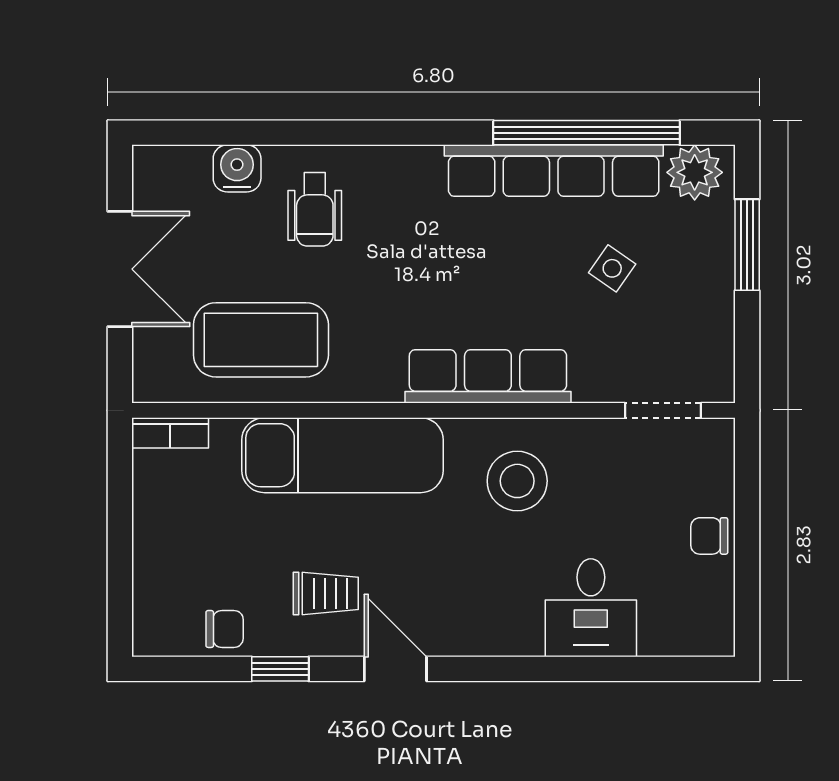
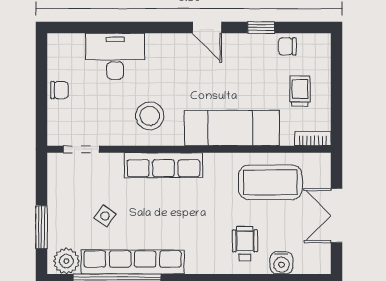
trolley: (326, 593) -> (300, 91), moved, turned 90
desk: (591, 608) -> (115, 56), width x1.37

